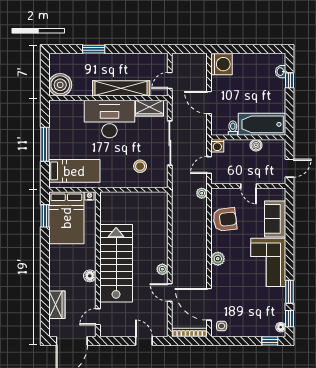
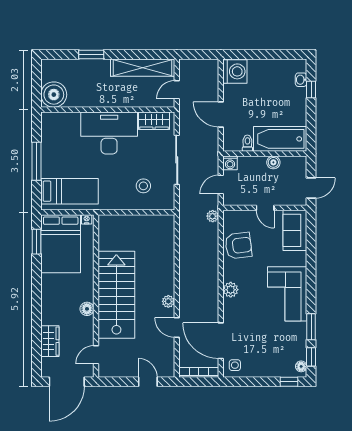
shelving: (121, 88) -> (143, 68), moved
sofa: (275, 219) -> (295, 230), moved

